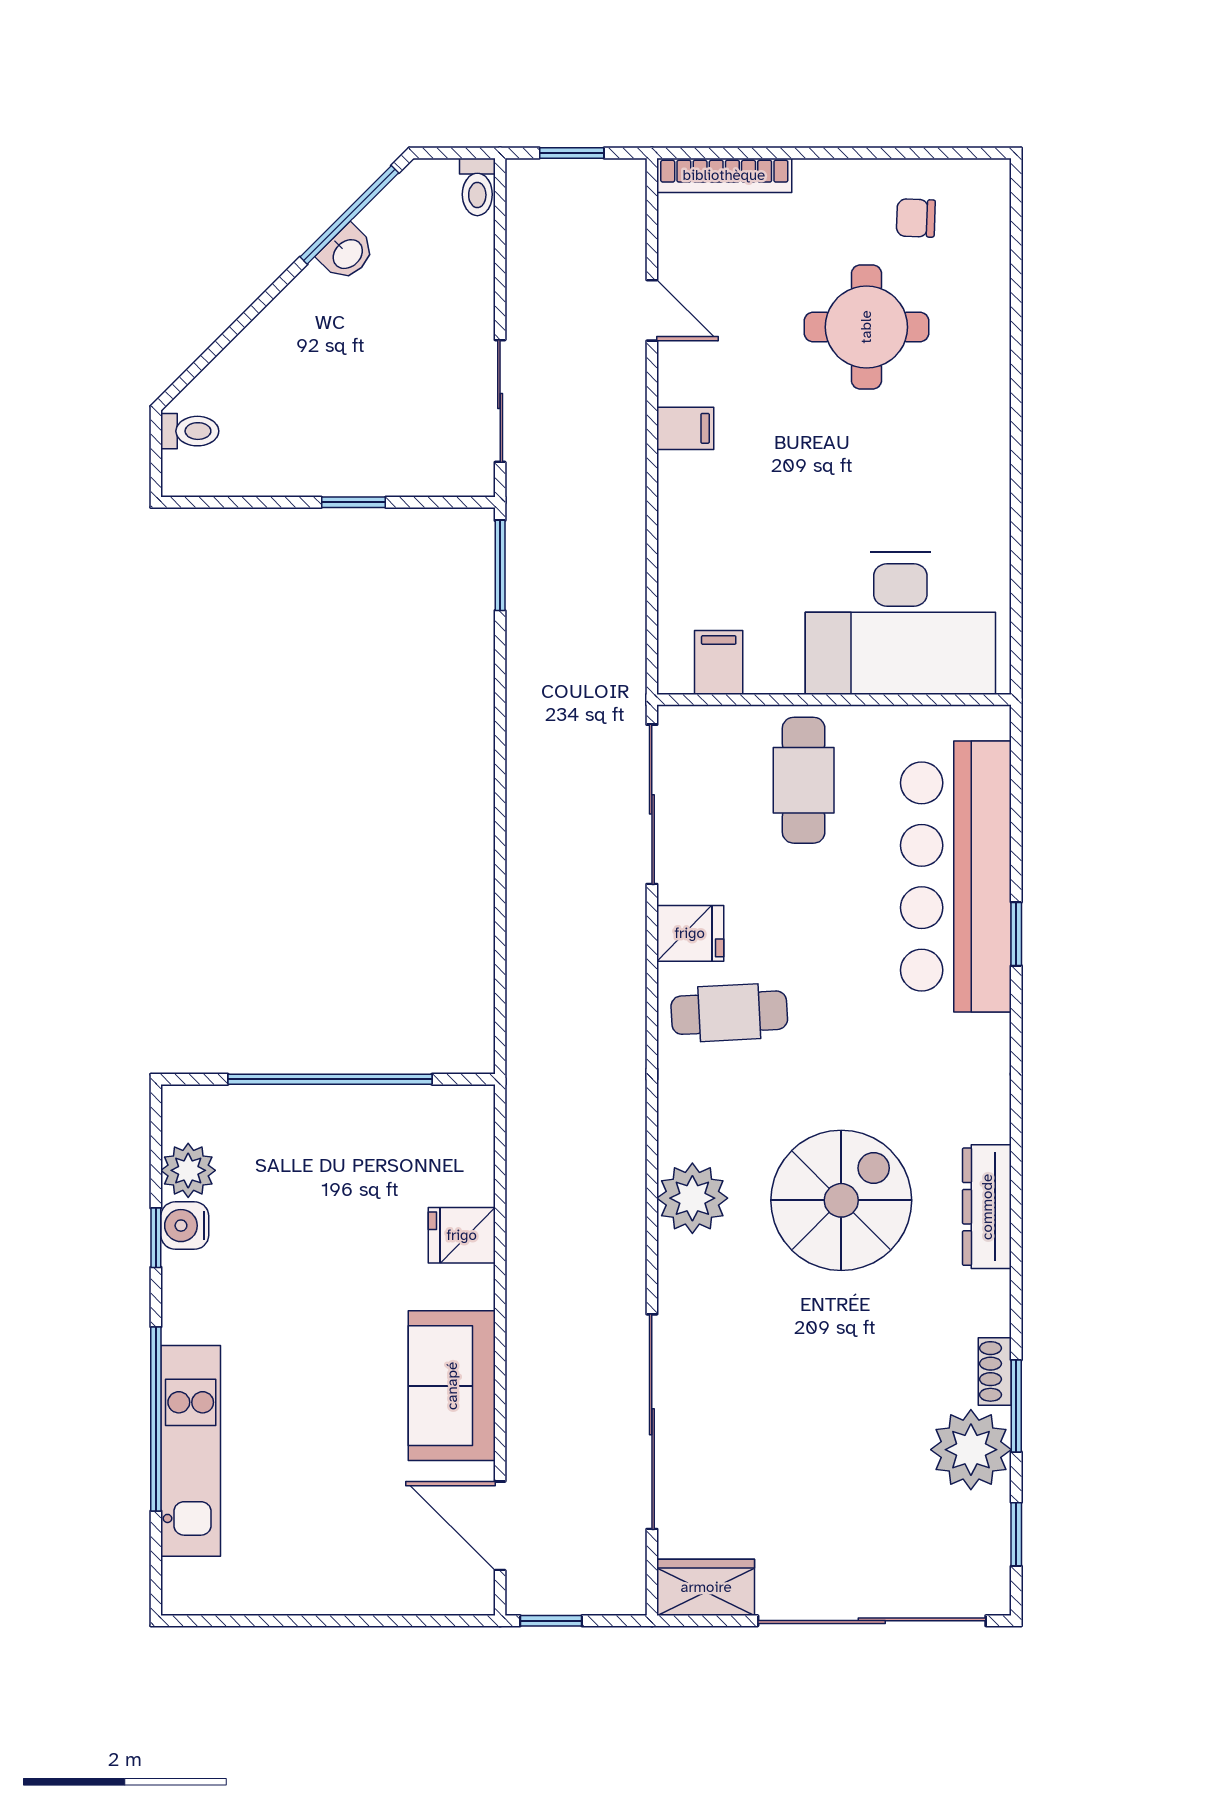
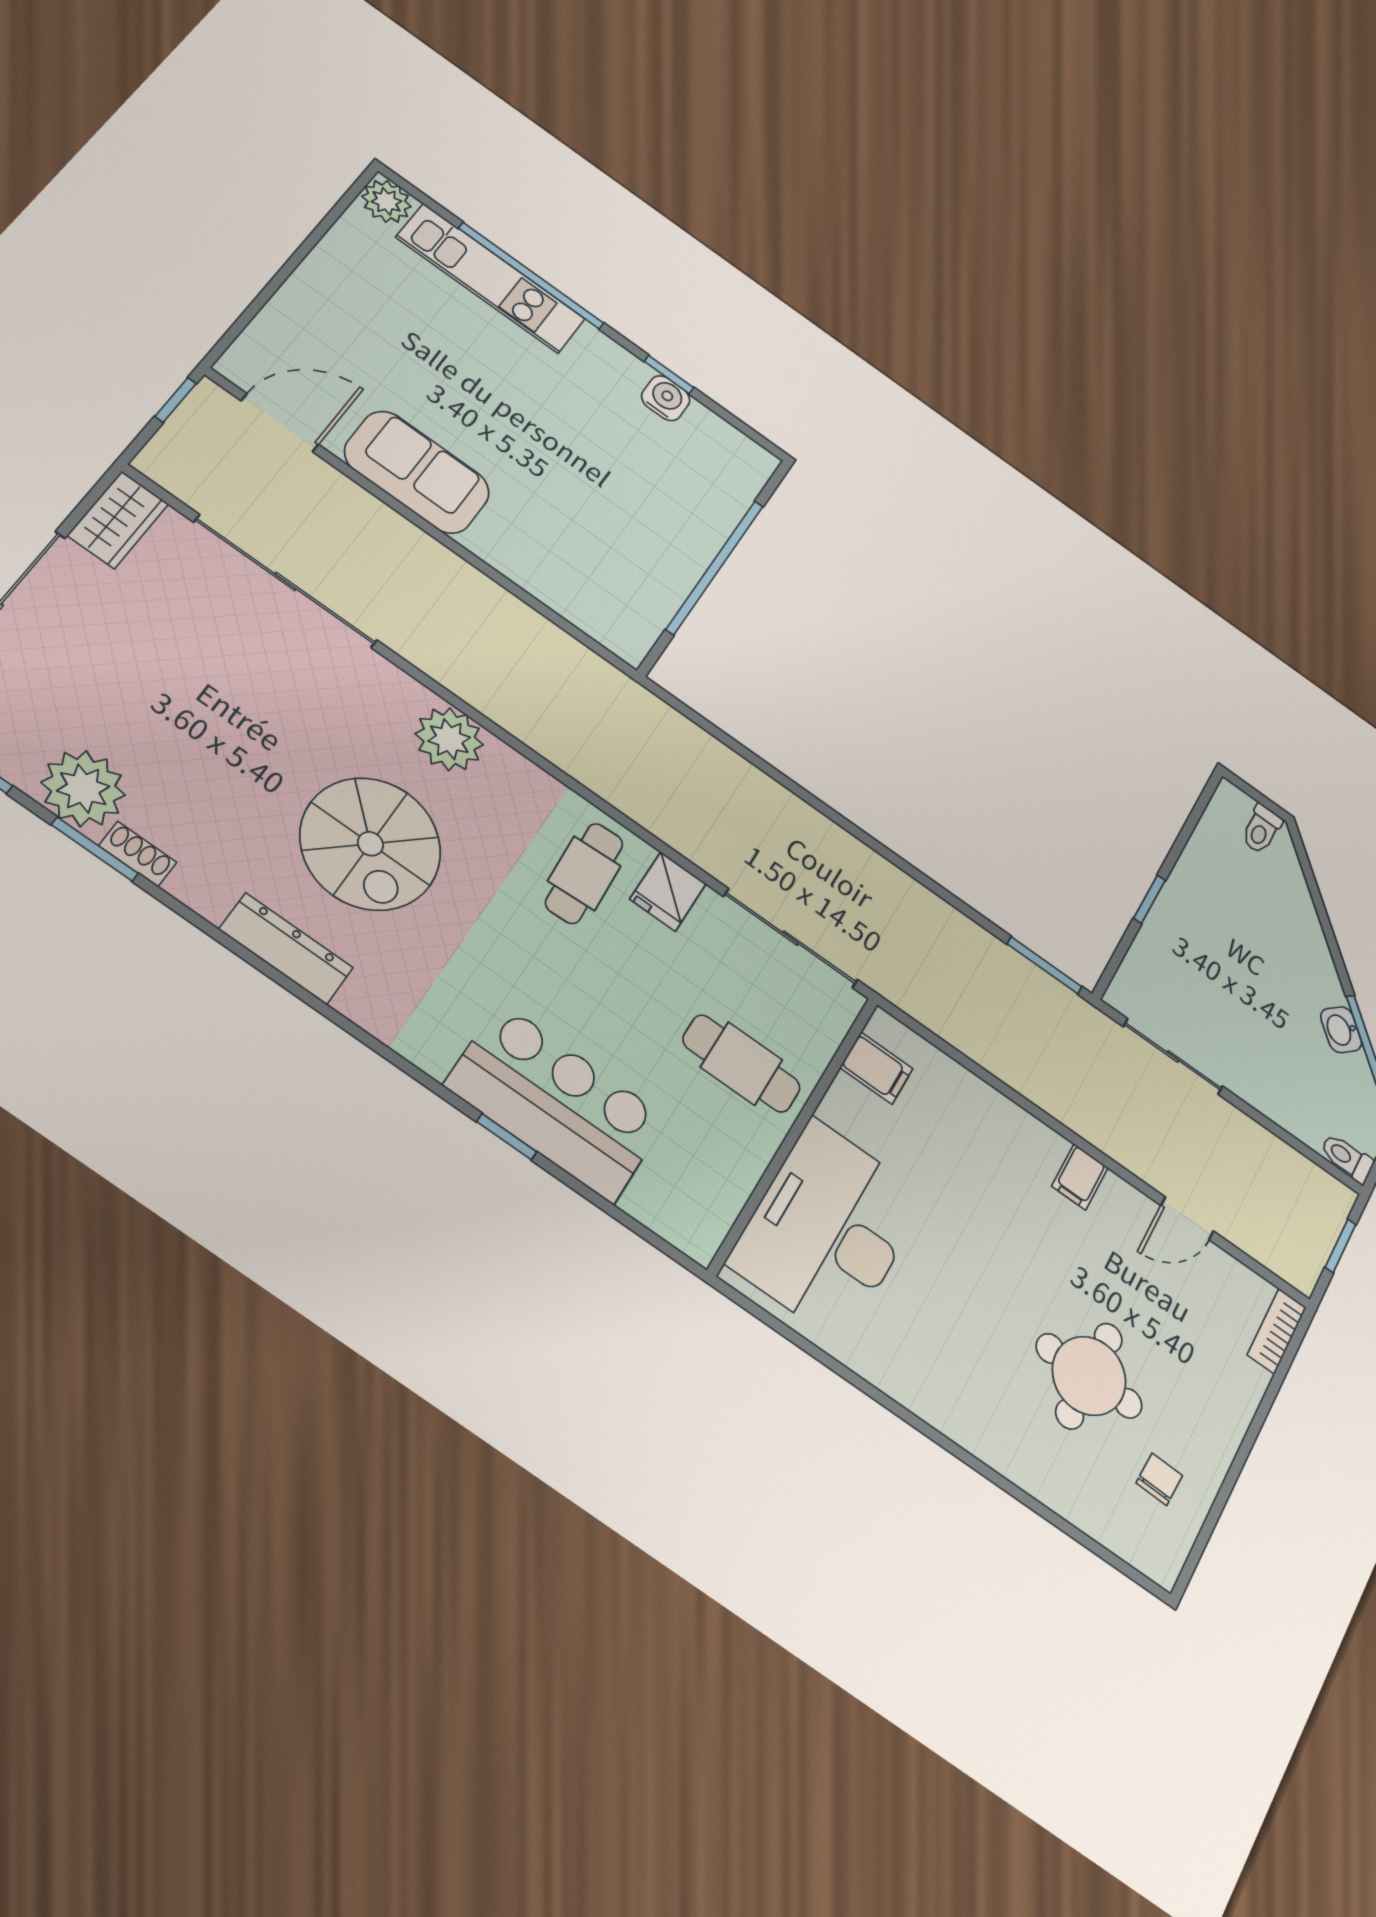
bookcase: (724, 175) -> (1277, 1331), width x0.64
bar counter: (956, 877) -> (556, 1102), width x0.73
plant: (188, 1170) -> (386, 201), moved
fridge: (462, 1235) -> (532, 564), removed

